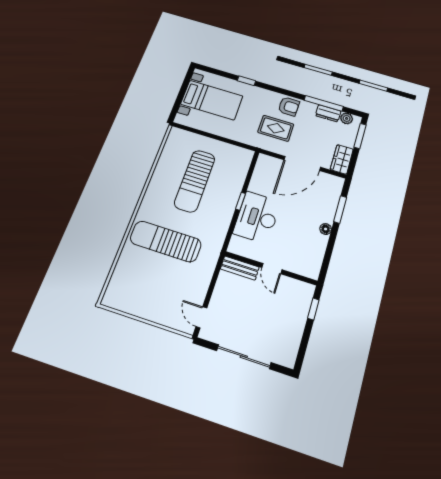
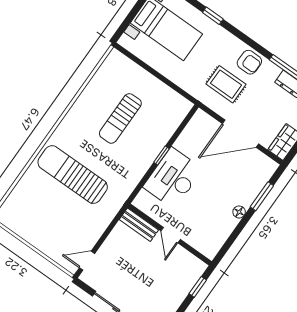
sun lounger: (195, 181) -> (120, 118), width x0.73, depth x0.75
door: (201, 317) -> (87, 261), hinge flipped

